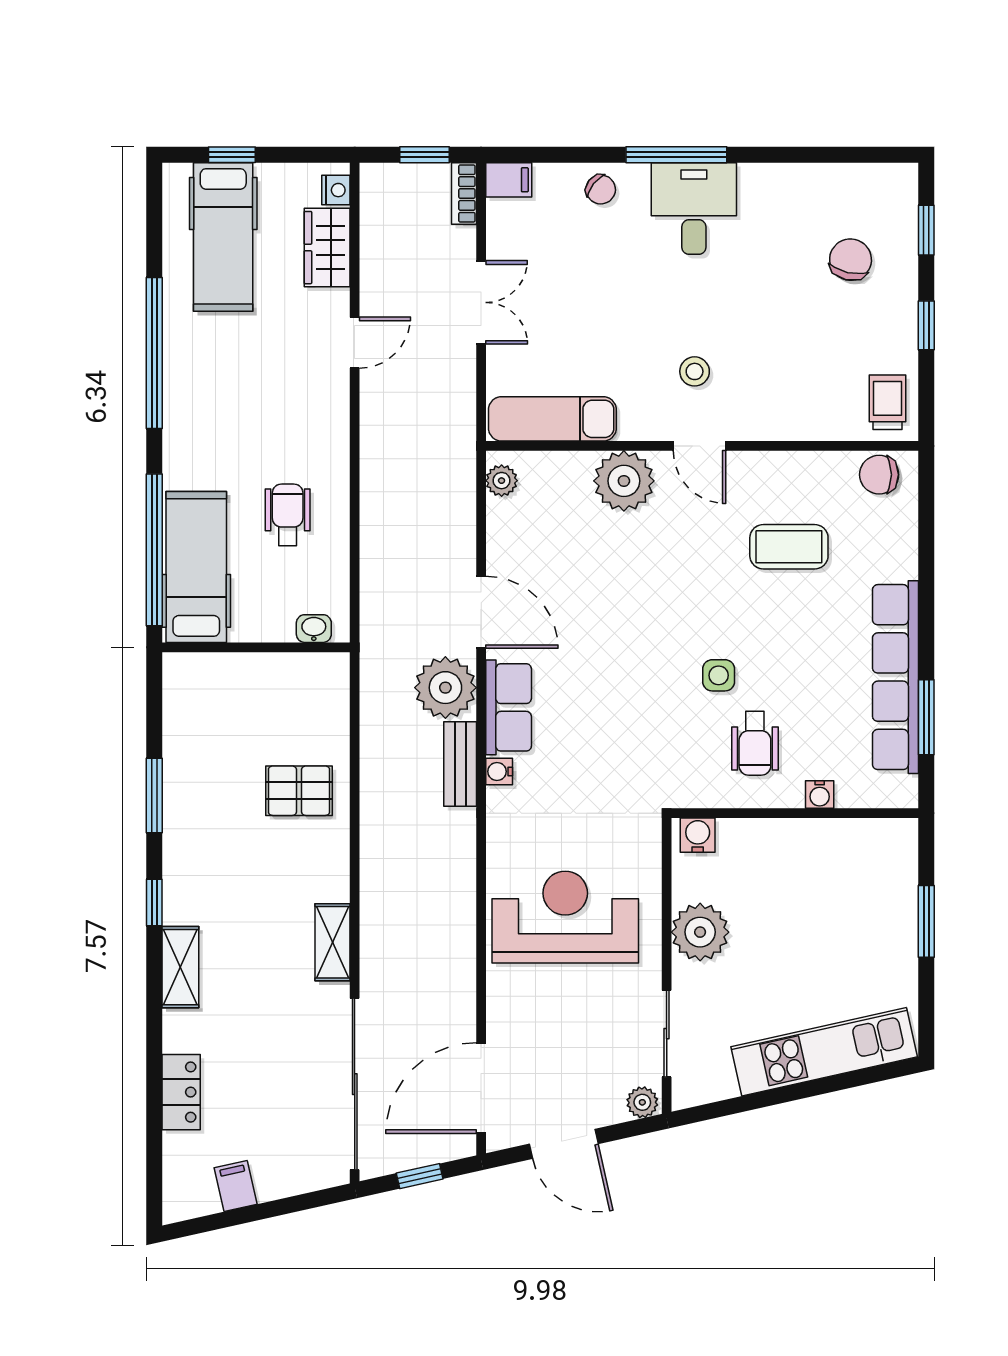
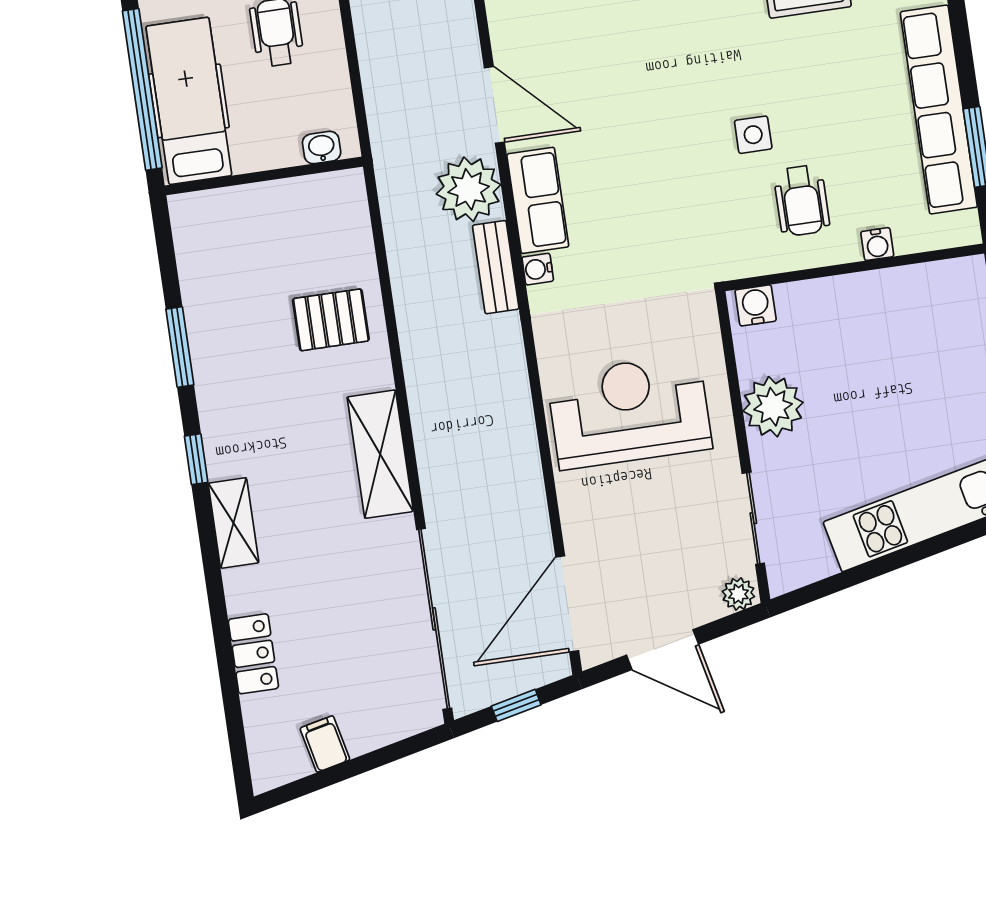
shelving: (333, 942) -> (380, 454), width x1.50, depth x1.33

